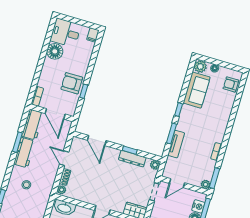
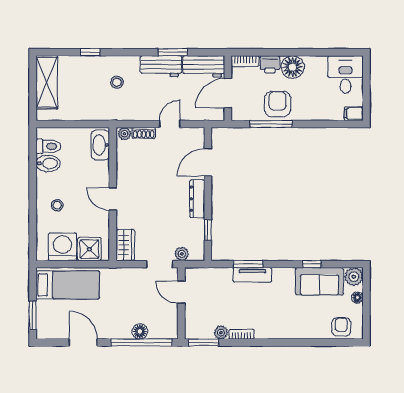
floor lamp: (55, 51) -> (293, 67), moved
printer: (44, 81) -> (270, 64), added
window: (84, 91) -> (271, 124), width x2.17
window: (179, 110) -> (312, 264), moved
tv unit: (176, 144) -> (252, 275), moved
window: (130, 150) -> (208, 230), moved
dresser: (132, 159) -> (197, 199), moved
plant: (155, 165) -> (182, 254), moved
plant: (206, 184) -> (221, 333), moved
nightstand: (198, 206) -> (157, 331), removed

